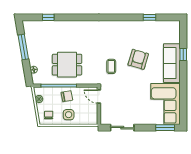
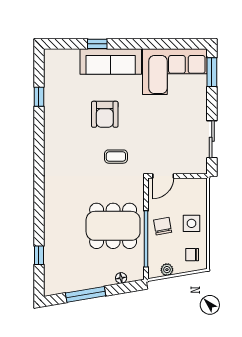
armchair: (138, 59) -> (105, 114), turned -106
dining table: (67, 65) -> (113, 226), width x1.37

